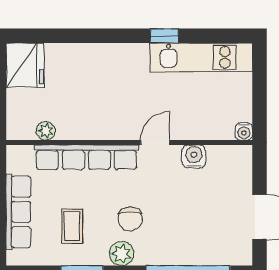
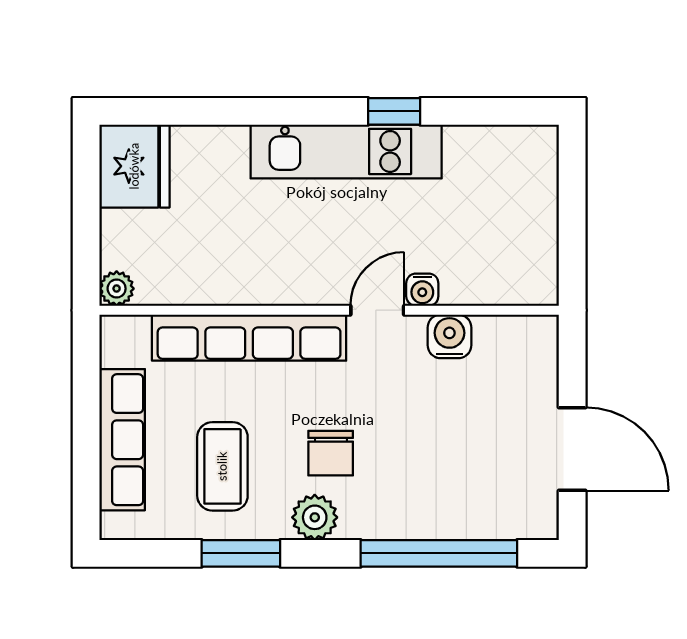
kitchen unit: (201, 57) -> (346, 151), moved
plant: (46, 131) -> (117, 289), moved
water cooler: (244, 131) -> (422, 290), moved
coffee table: (72, 226) -> (222, 466), width x1.36, depth x1.30

